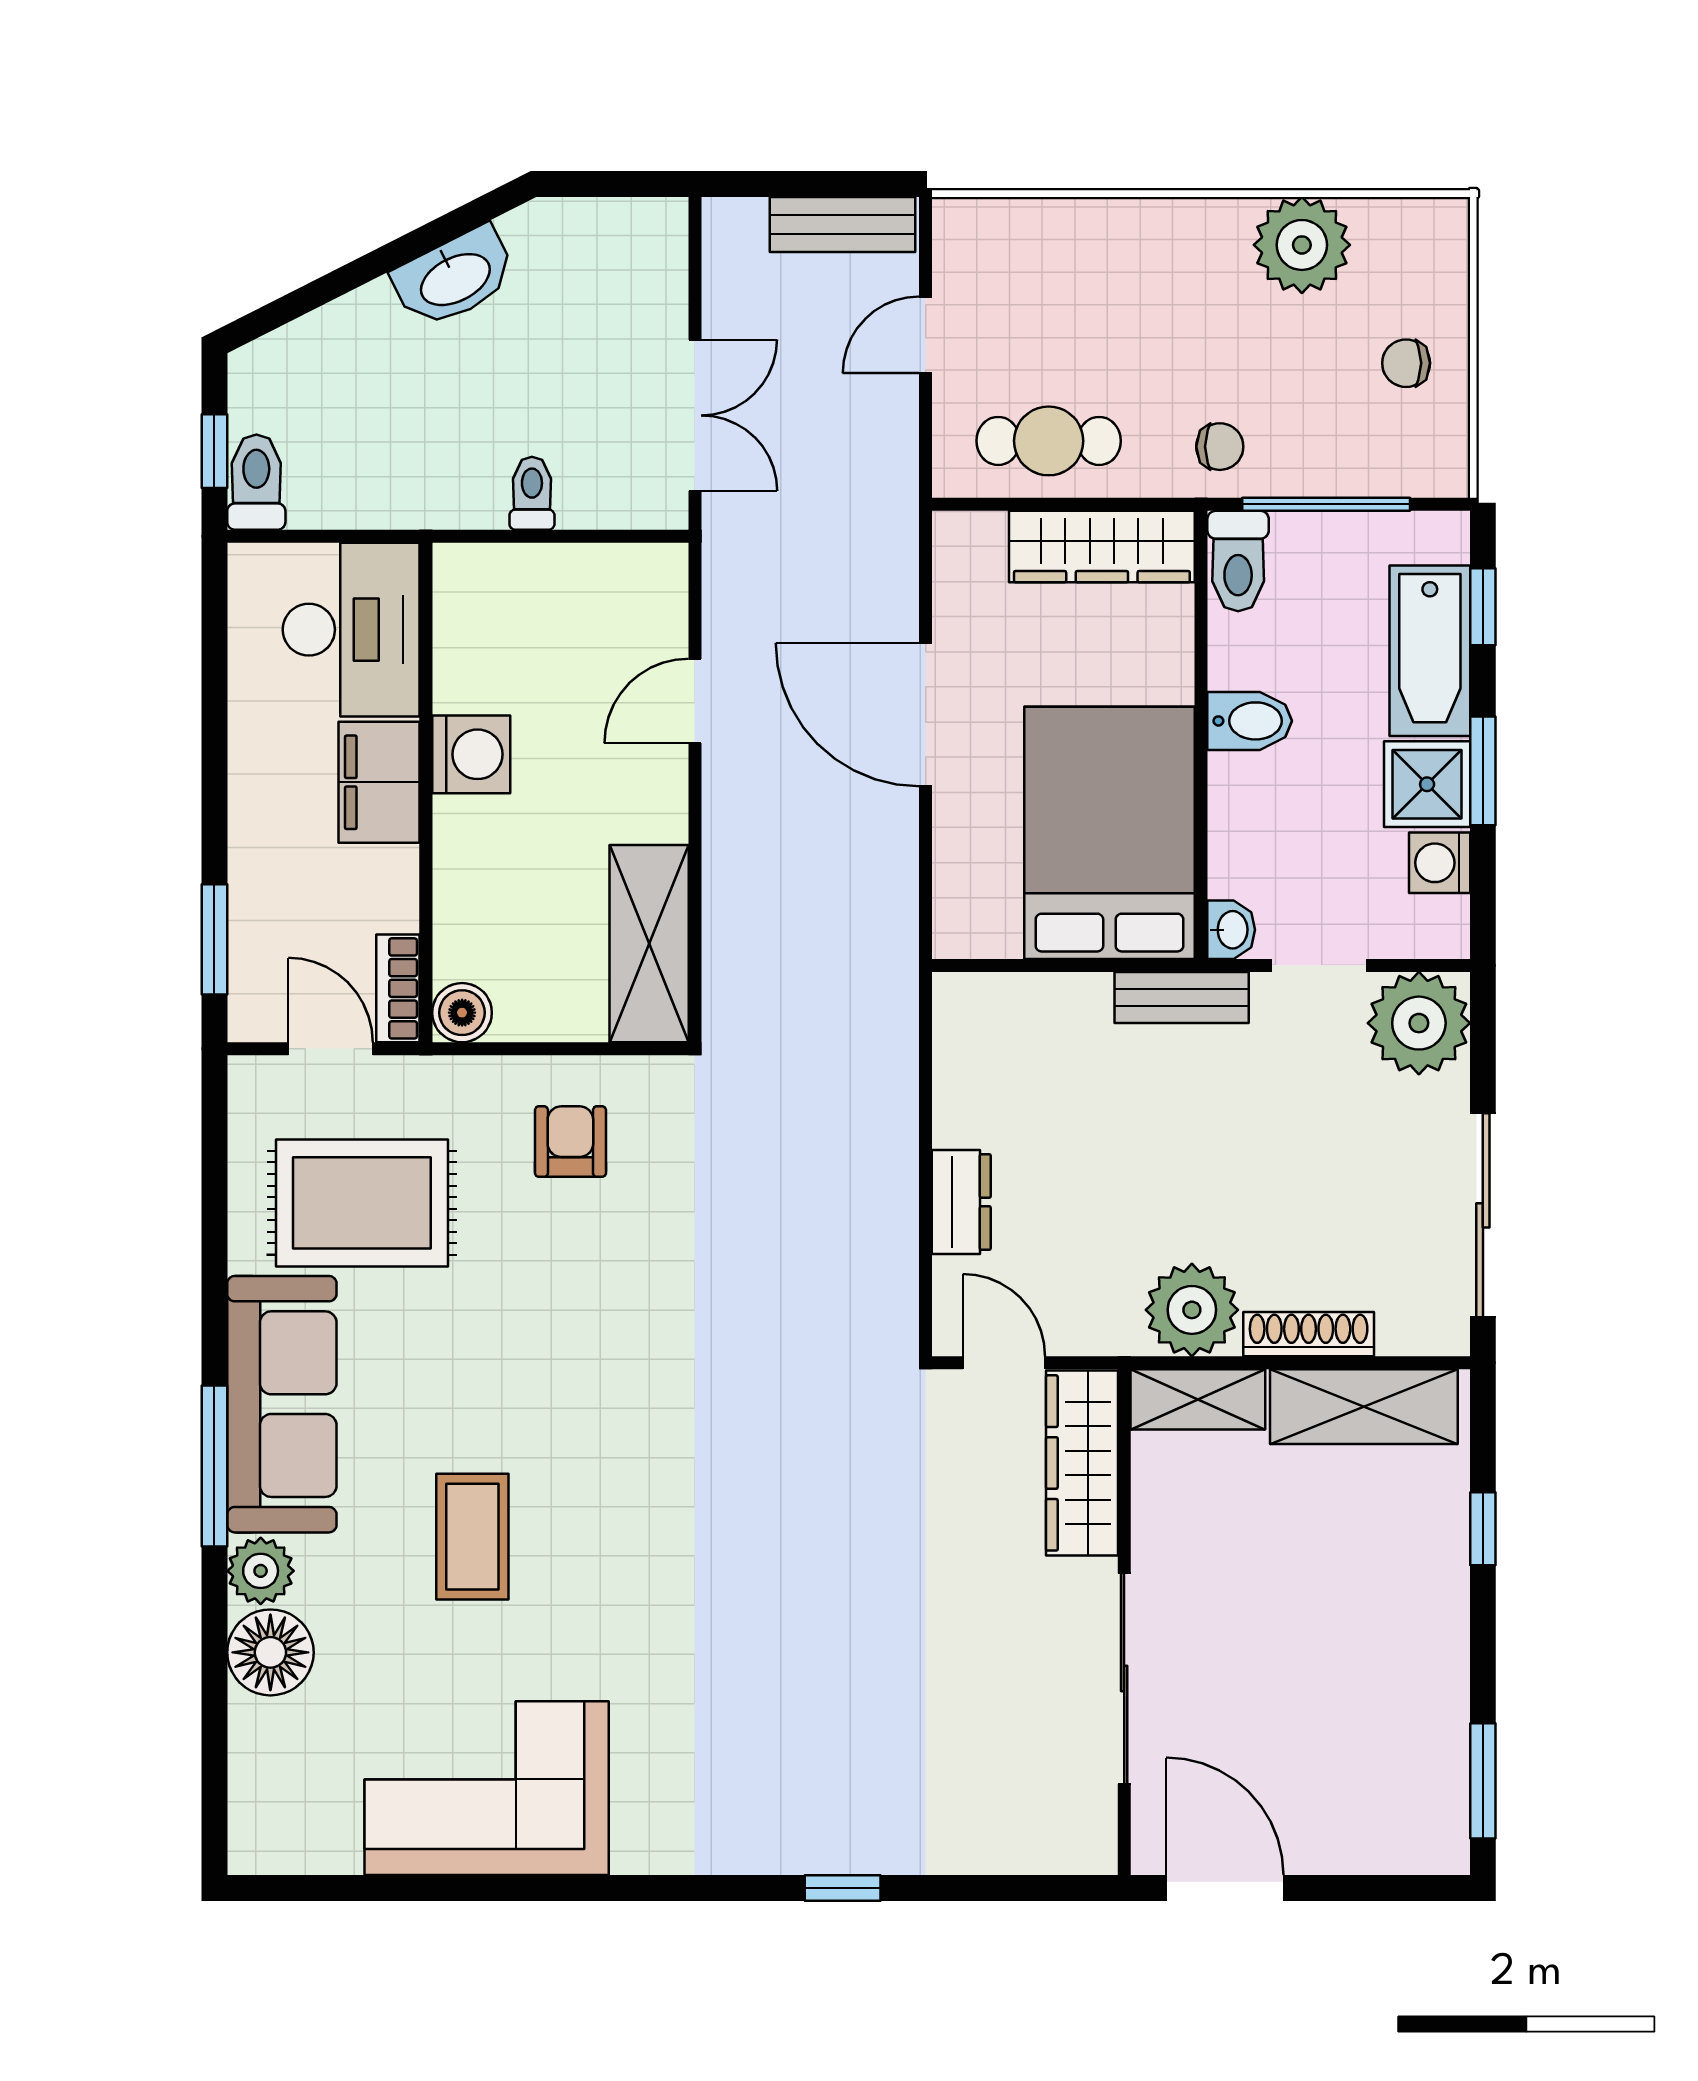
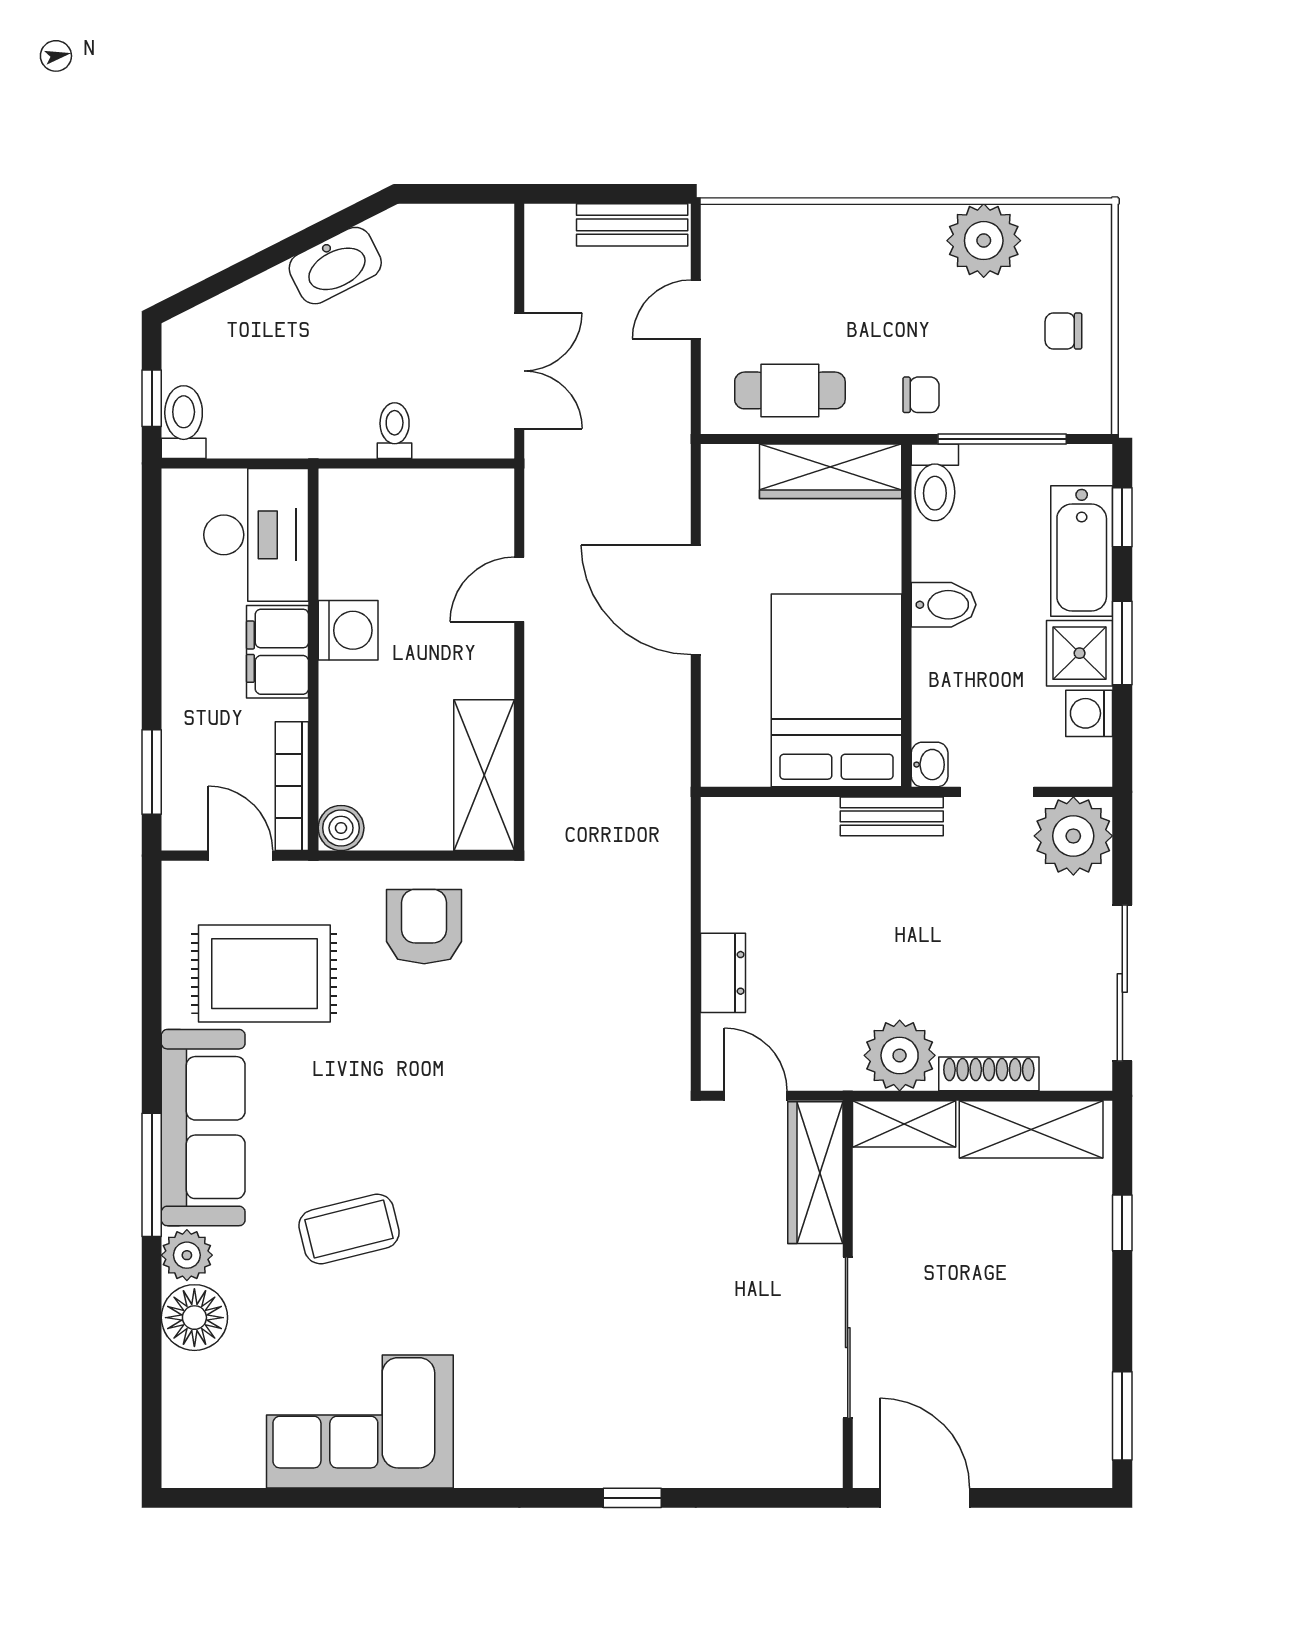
bookcase: (398, 988) -> (292, 786), width x1.56
armchair: (570, 1142) -> (424, 927), width x1.38, depth x1.38
coffee table: (472, 1537) -> (349, 1229), turned 76

